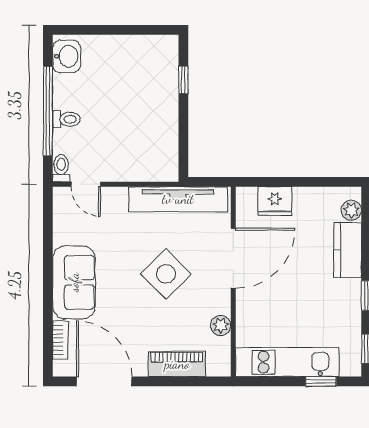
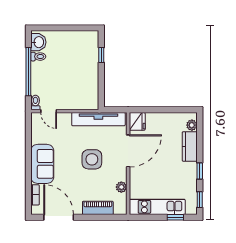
toilet: (66, 119) -> (38, 57), moved
fridge: (275, 201) -> (137, 121), moved, turned -90
side table: (166, 274) -> (92, 159), turned 45

